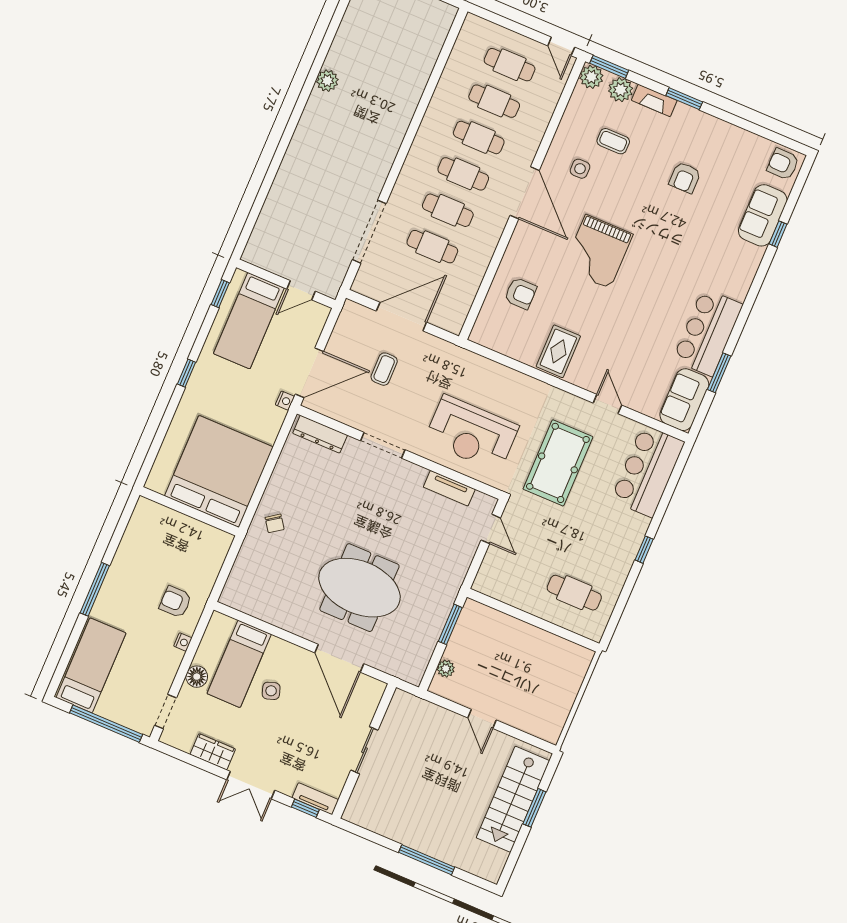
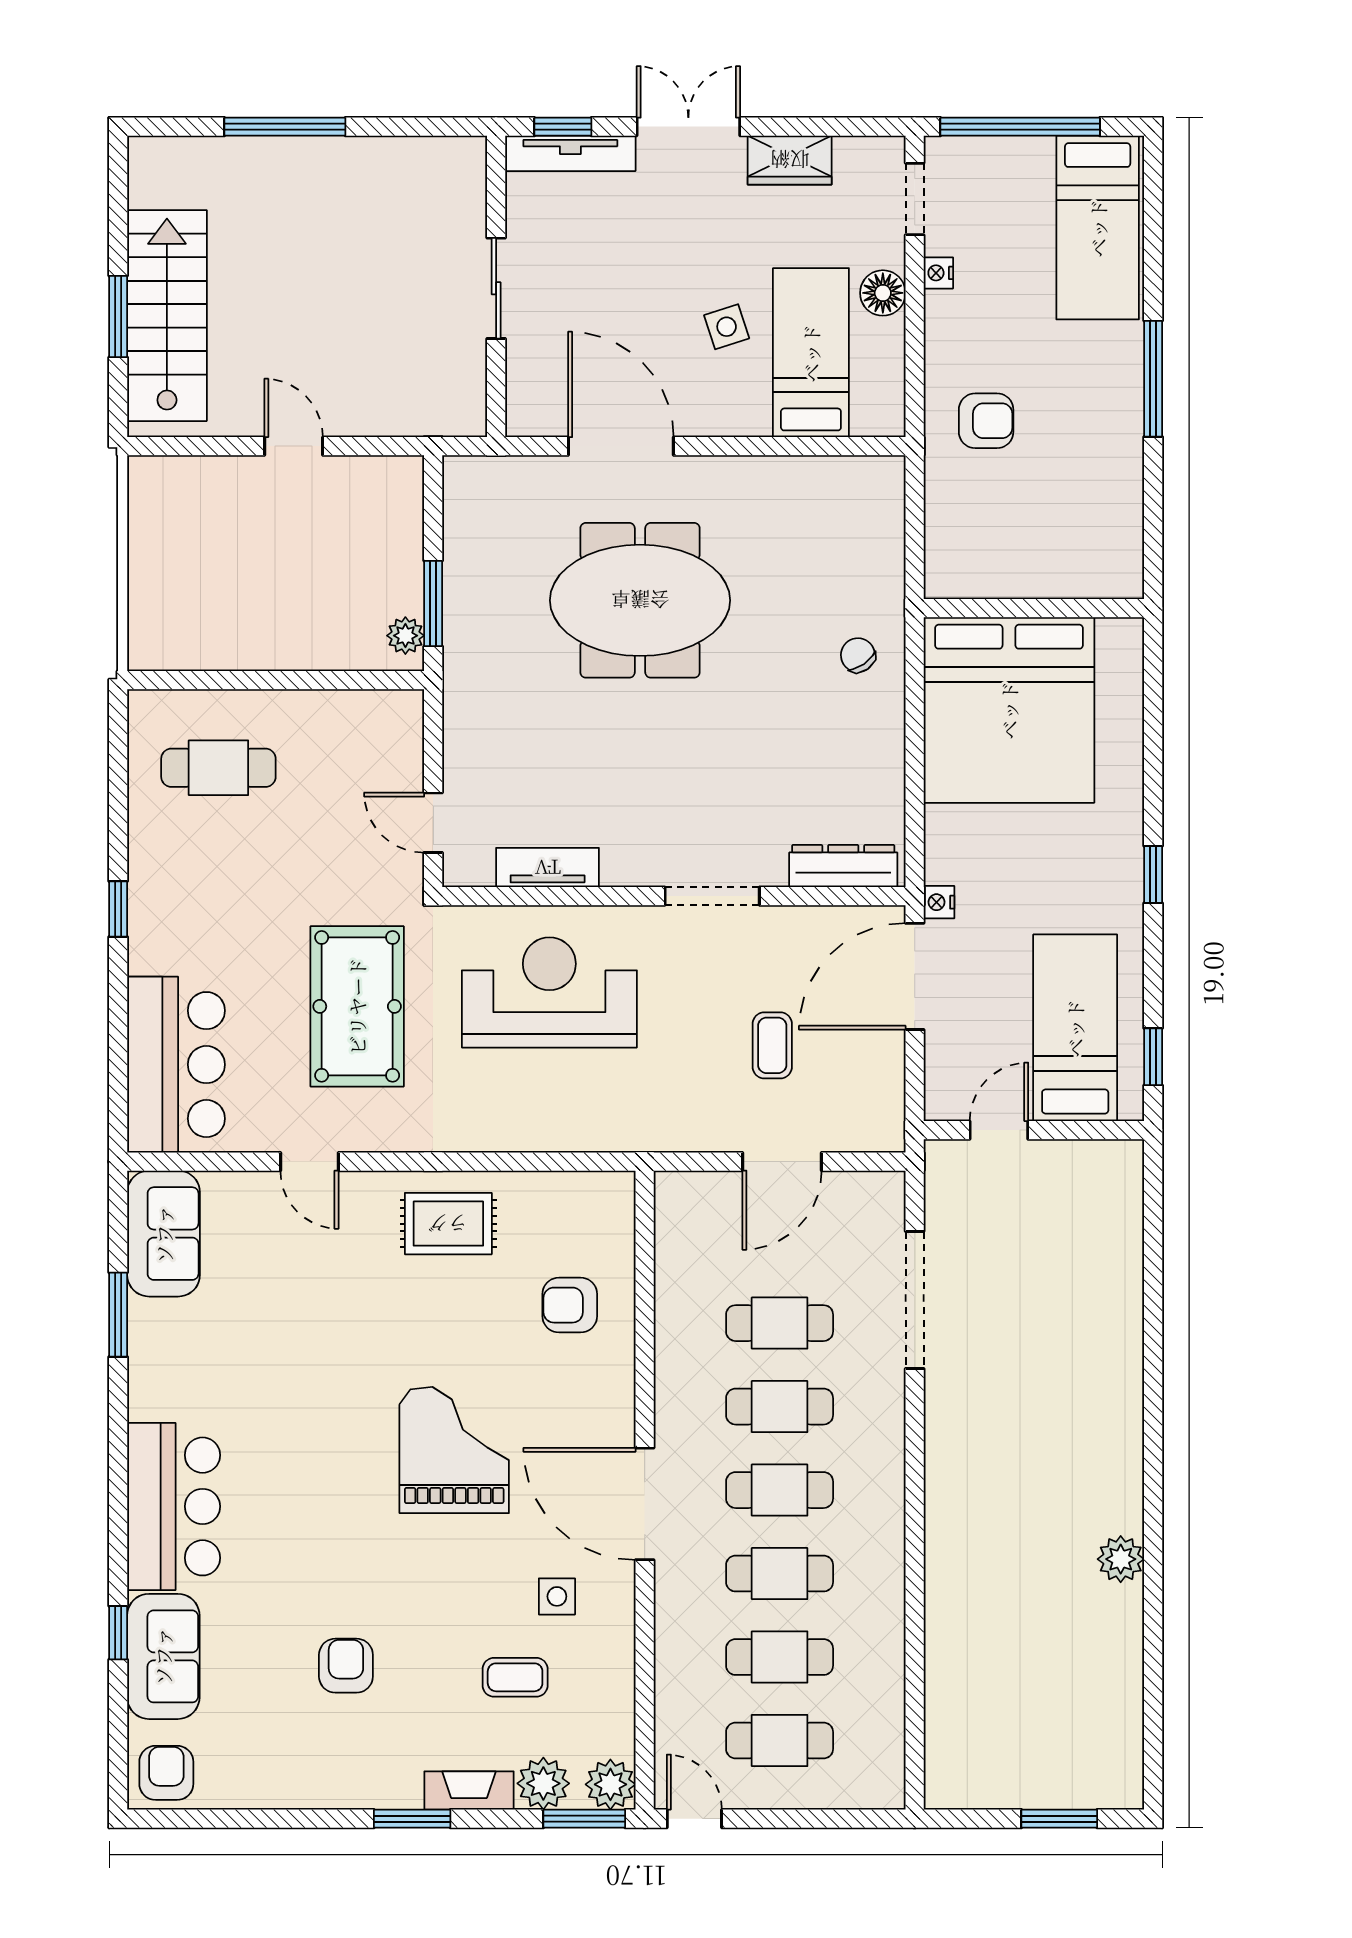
armchair: (783, 164) -> (166, 1773), turned -91
door: (401, 317) -> (782, 1162), width x0.73
bar counter: (708, 332) -> (174, 1506), moved
rug: (558, 351) -> (448, 1224), turned 90
nightstand: (183, 642) -> (938, 273), moved
plant: (446, 669) -> (405, 636), moved
tv unit: (315, 799) -> (570, 153), width x1.41

